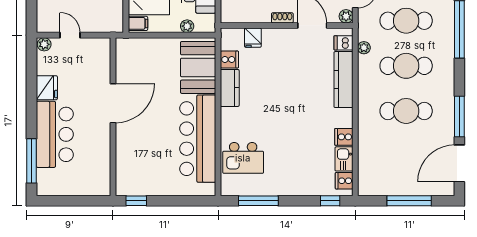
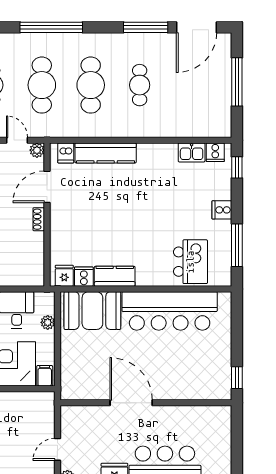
fridge: (253, 38) -> (64, 276), moved, turned -90
plant: (364, 48) -> (71, 131), removed
cafe table: (406, 111) -> (140, 85), width x0.73, depth x0.74
cooker: (344, 137) -> (222, 210), moved, turned 90
door: (459, 163) -> (197, 27), hinge flipped

